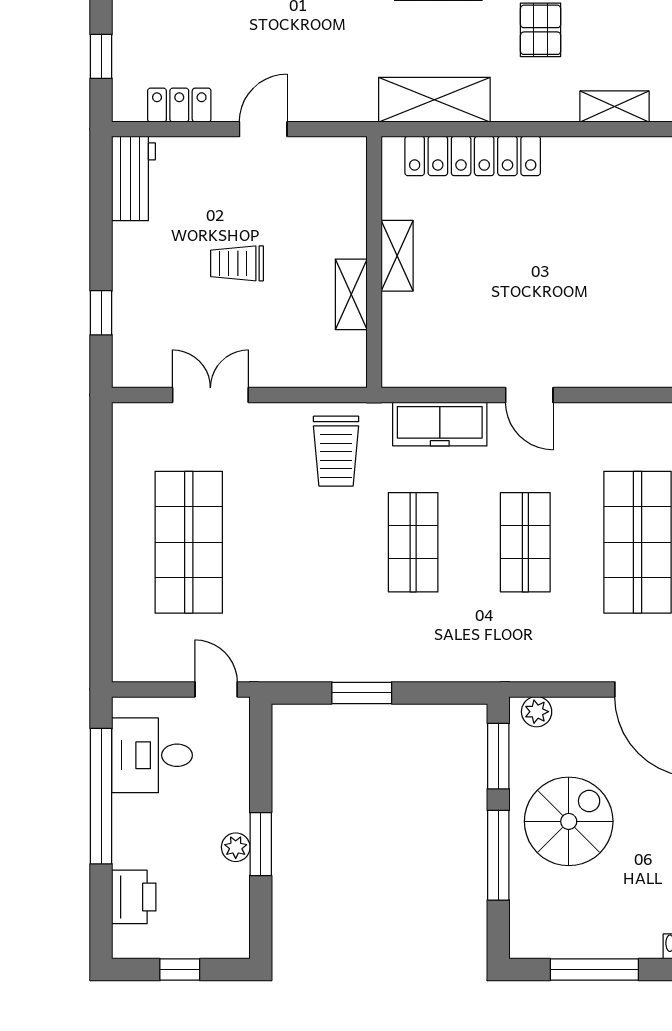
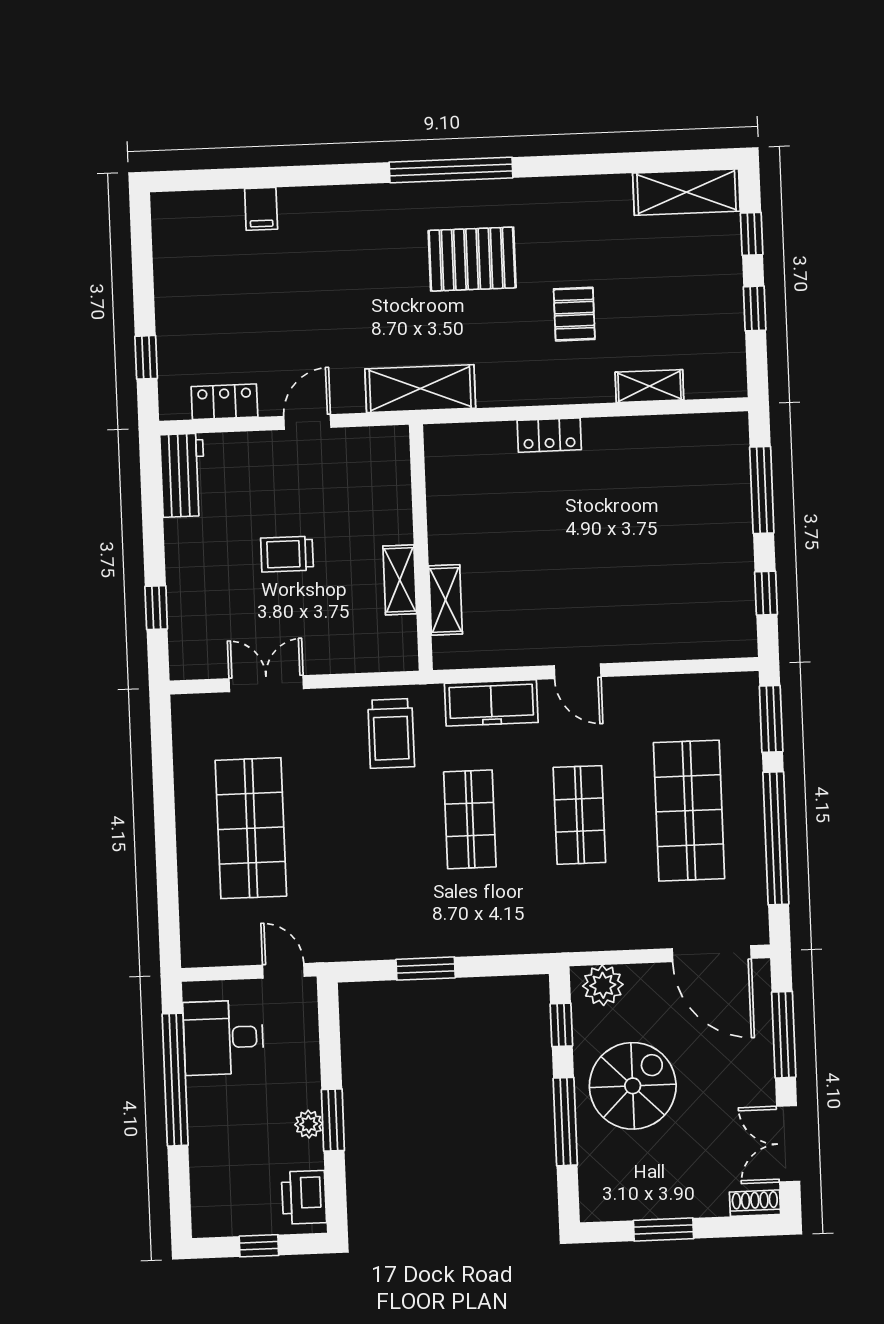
shelving: (434, 100) -> (420, 389), moved
locker: (473, 156) -> (549, 435), width x0.46, depth x0.83
shelving: (397, 256) -> (445, 600), moved
plant: (537, 712) -> (603, 985), width x1.38, depth x1.38
window: (498, 756) -> (561, 1025), width x0.67
printer: (134, 897) -> (304, 1197), moved, turned 180
window: (594, 970) -> (664, 1229), width x0.69

